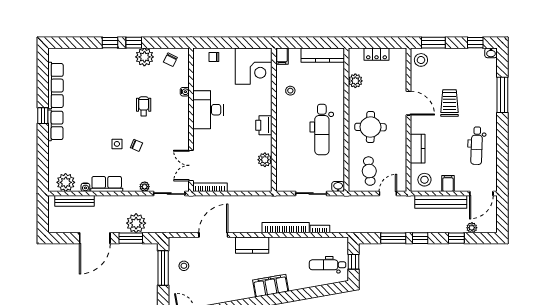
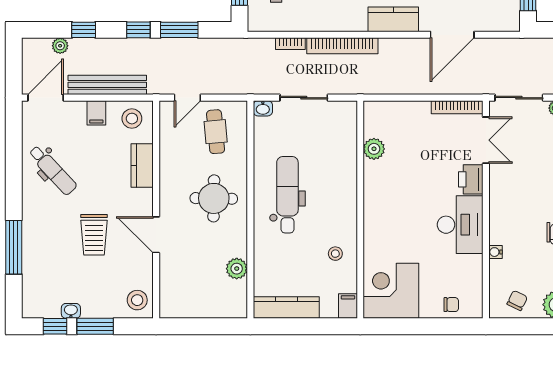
window: (433, 43) -> (95, 326), moved
washbasin: (491, 53) -> (71, 311), moved
locker: (376, 54) -> (205, 309), removed
printer: (264, 125) -> (471, 179), moved, turned 180
dental chair: (477, 146) -> (53, 170), turned 135

